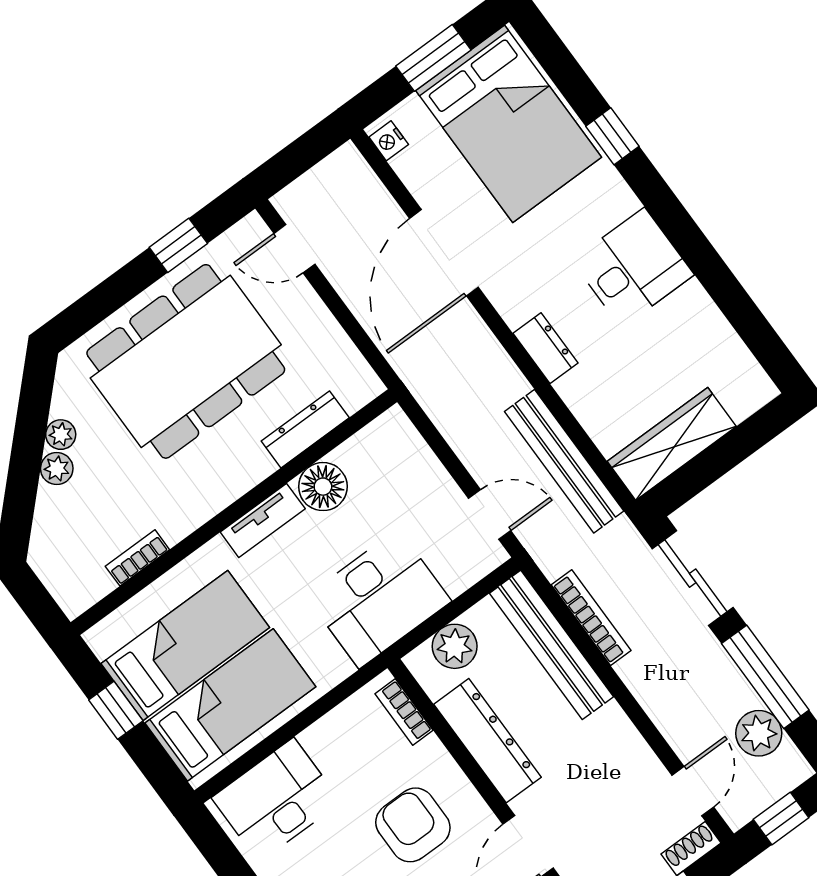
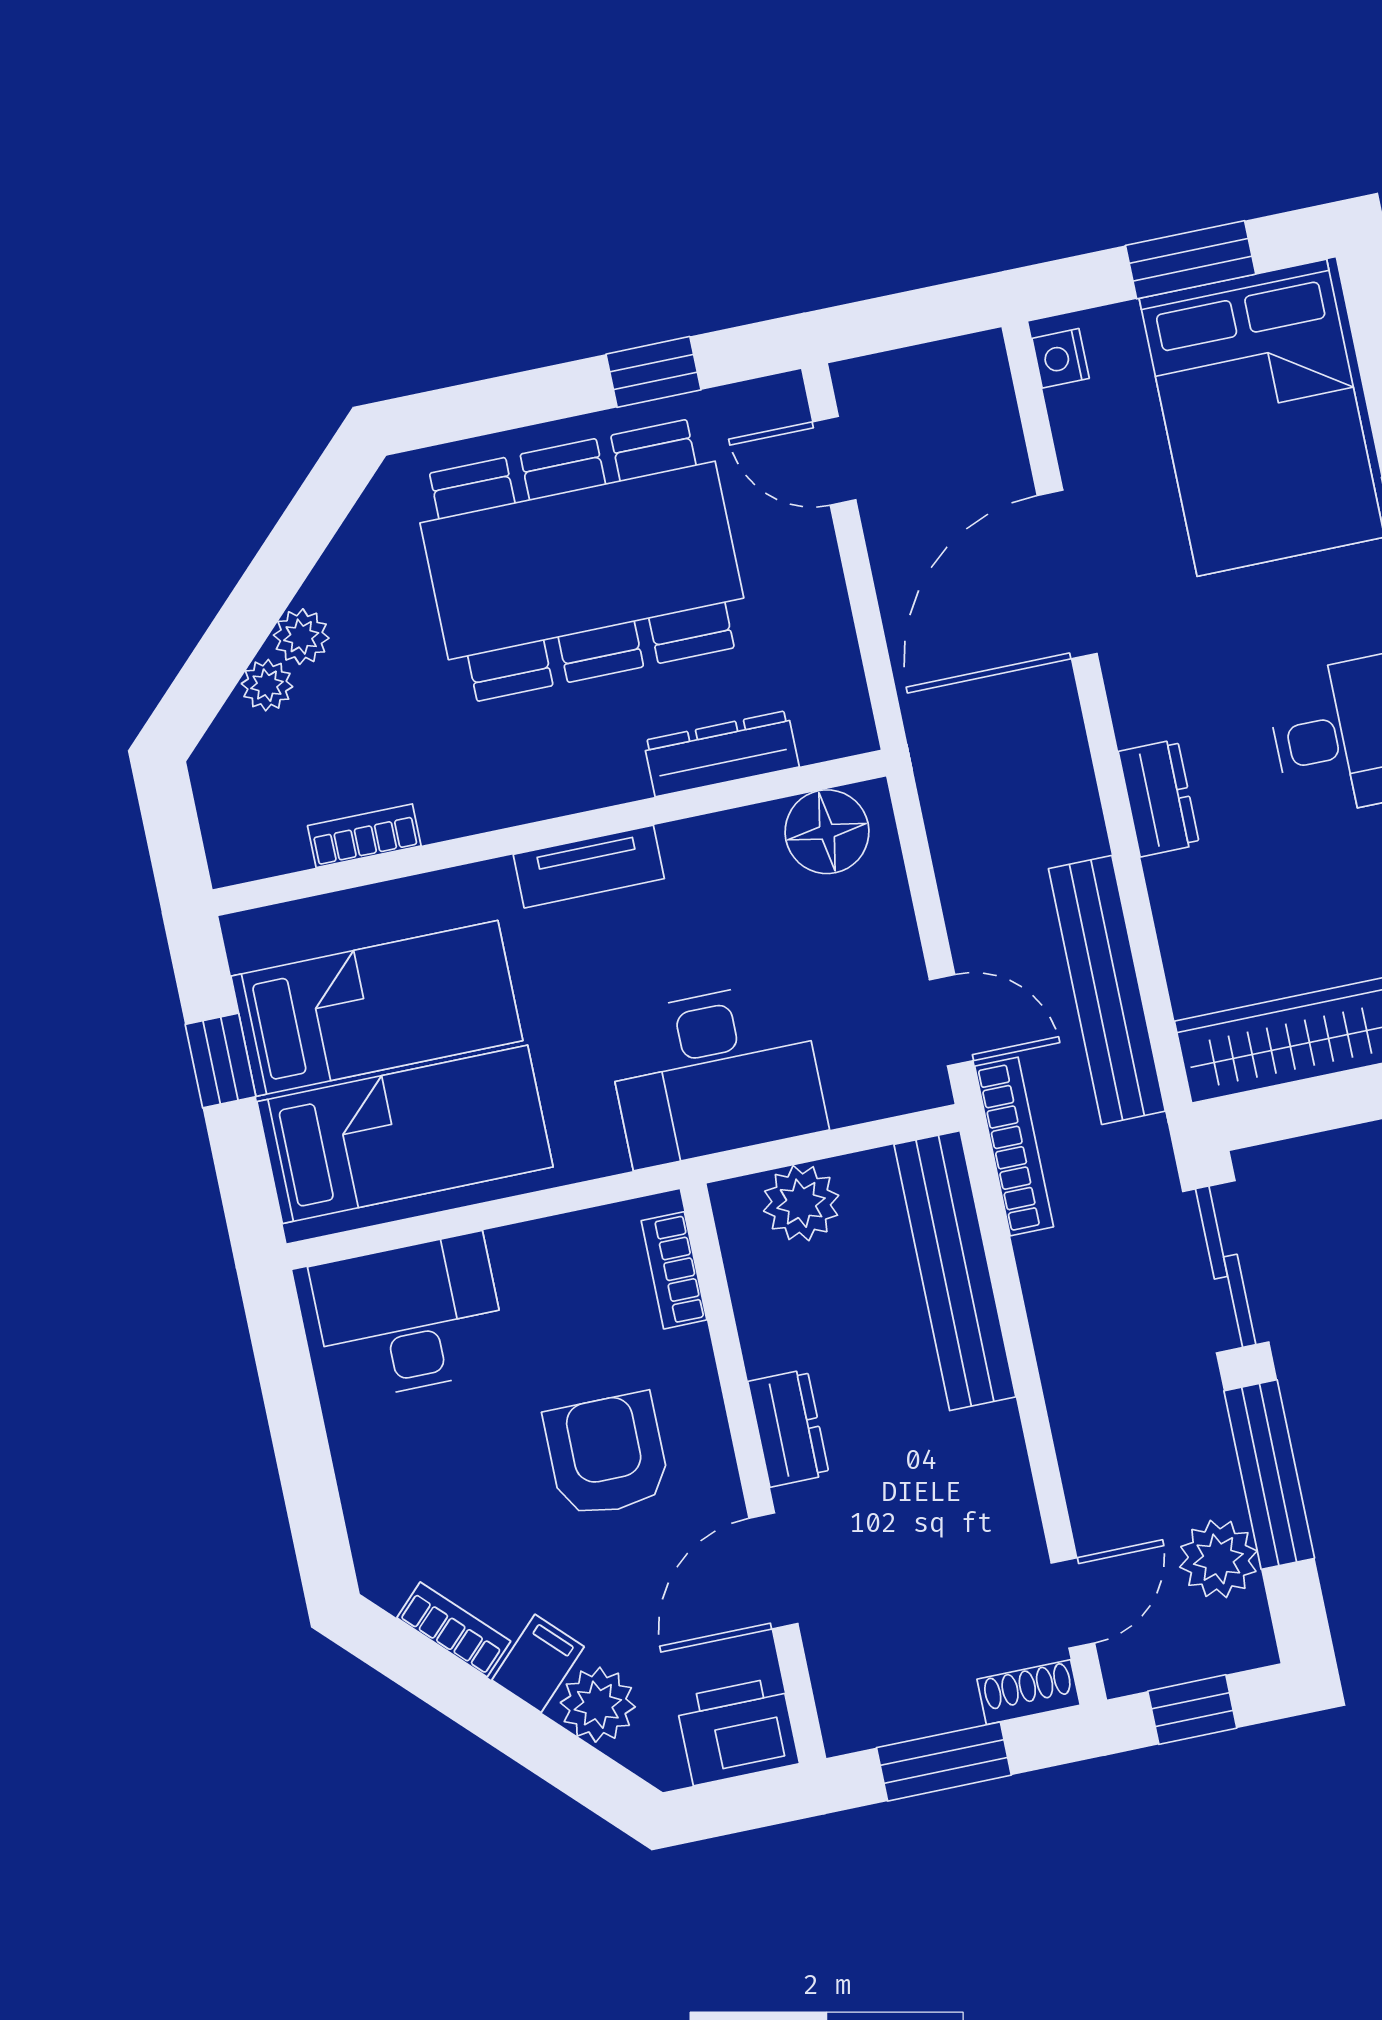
plant: (61, 435) -> (267, 685), moved
floor lamp: (323, 487) -> (827, 832), moved
bookcase: (591, 618) -> (1014, 1147), moved
dresser: (488, 741) -> (789, 1428), width x0.51, depth x0.80

